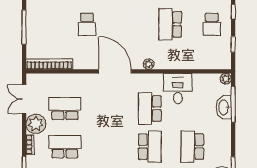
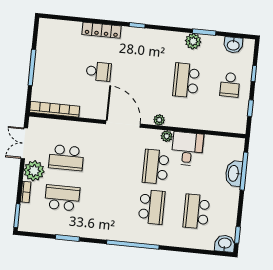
school desk: (87, 24) -> (99, 71), turned -90
plant: (226, 79) -> (167, 136), moved
school desk: (65, 109) -> (66, 158), turned 180

